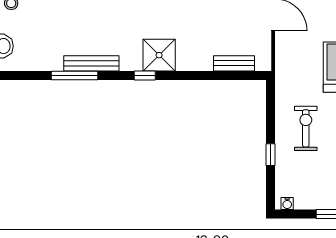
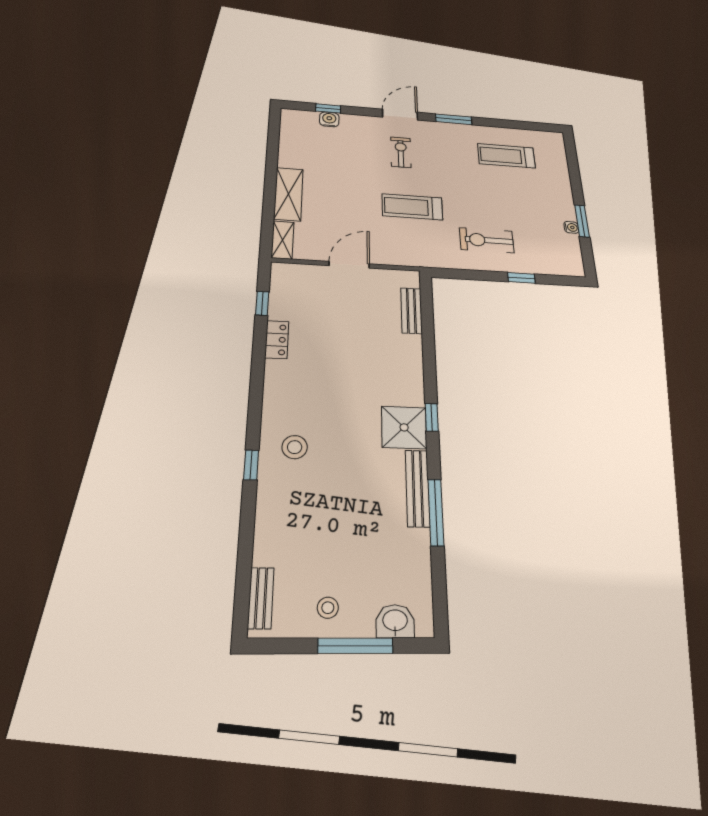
shower: (159, 55) -> (404, 427), moved
water cooler: (287, 203) -> (571, 227), moved

